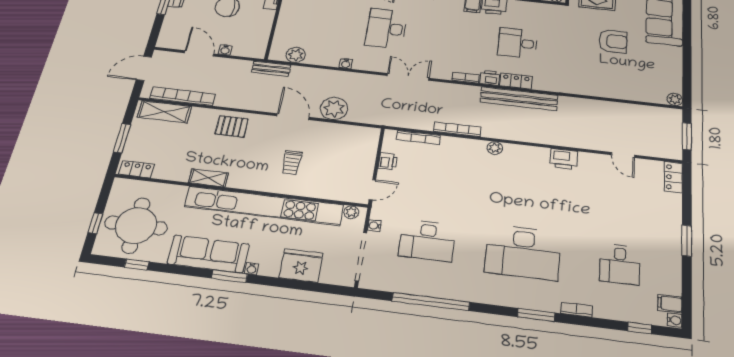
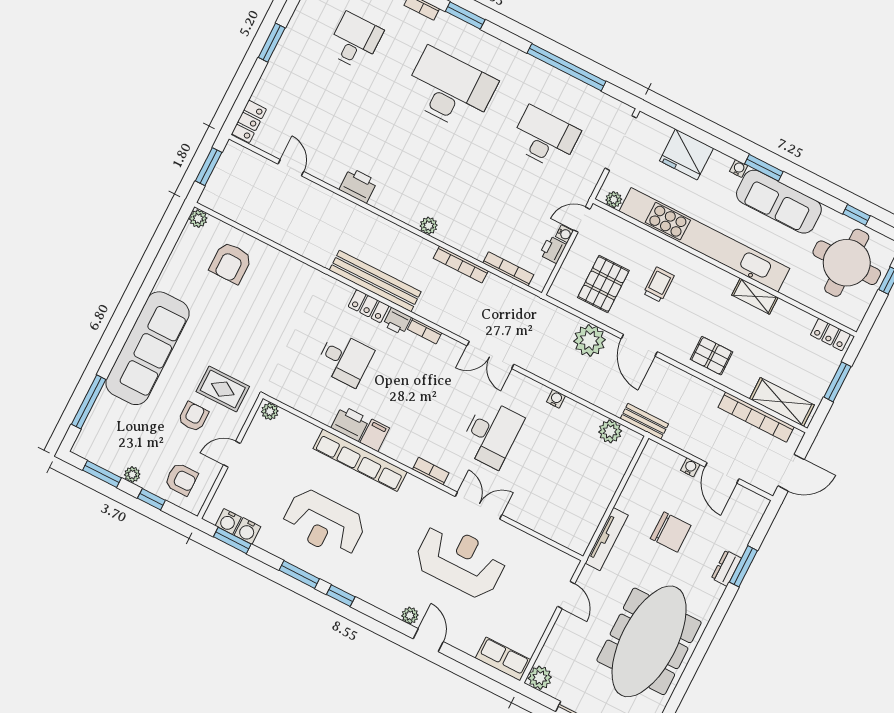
armchair: (613, 41) -> (231, 263), moved, turned -90
pallet: (337, 150) -> (603, 284), added
water cooler: (374, 226) -> (564, 234), moved

